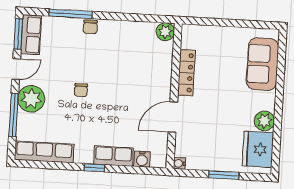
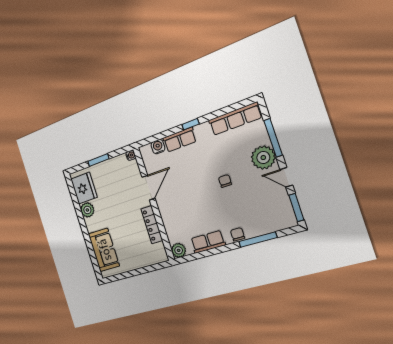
row of seats: (31, 35) -> (208, 242), moved, turned 90
door: (16, 69) -> (286, 177), hinge flipped

